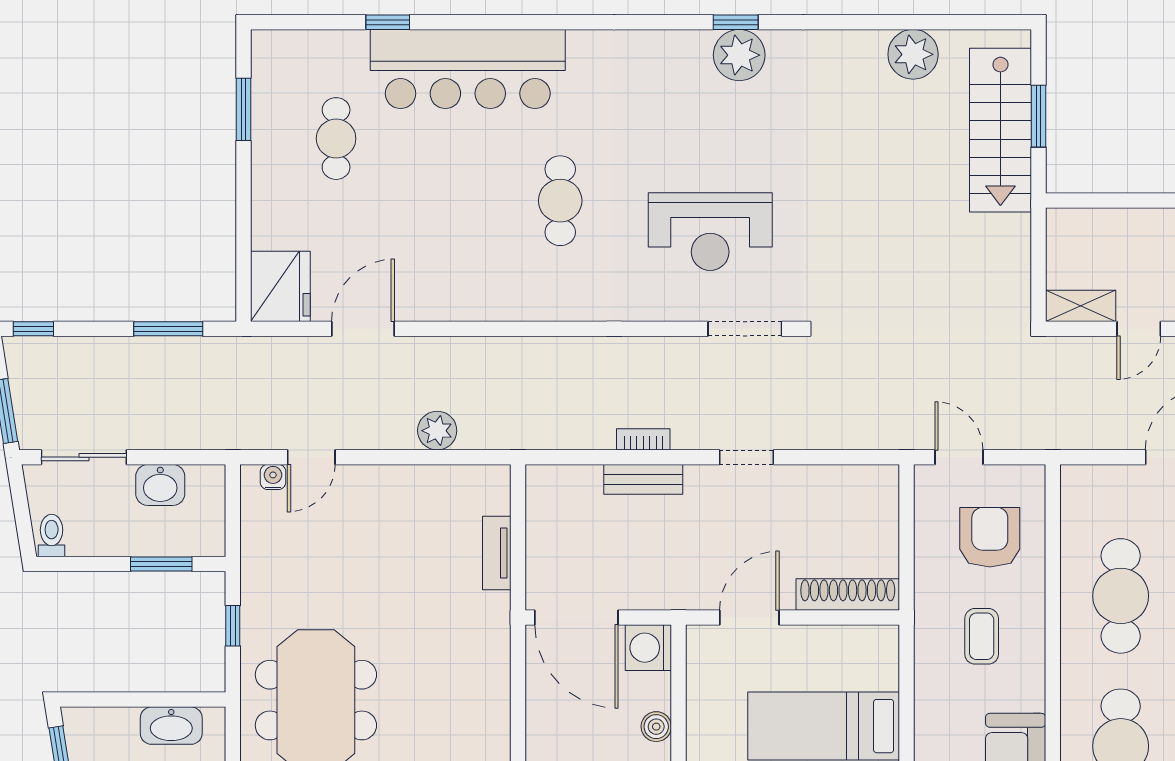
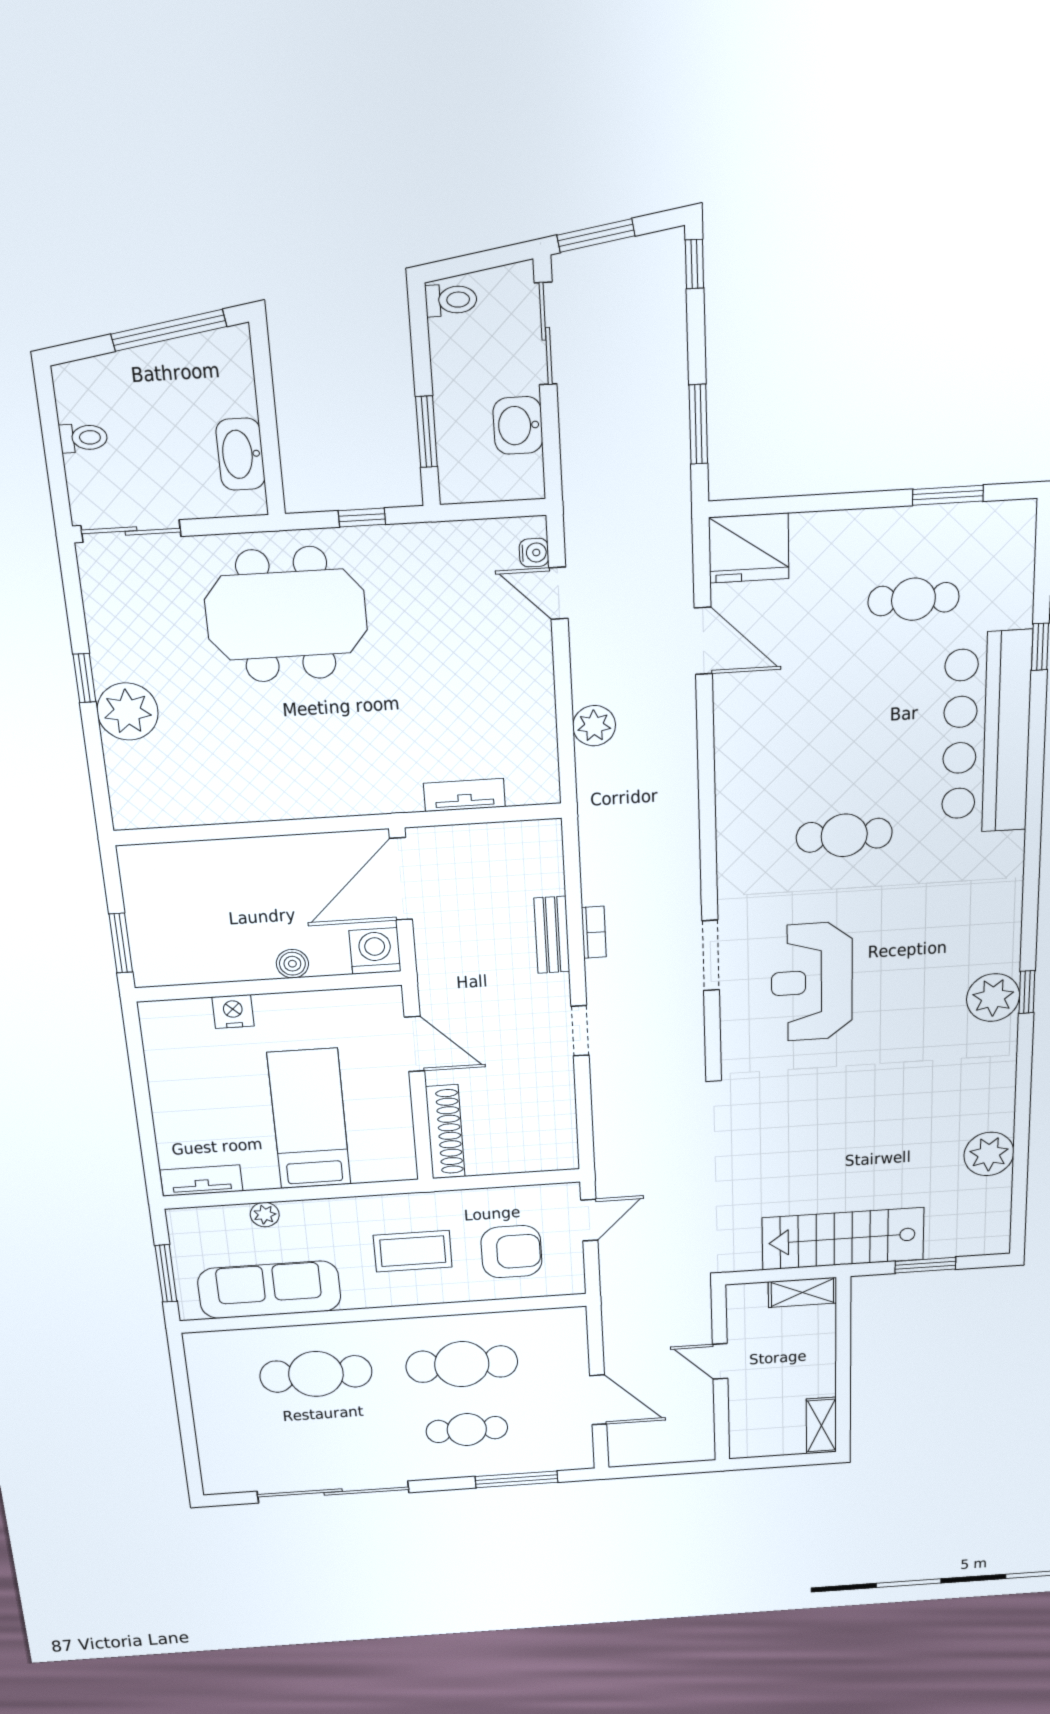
stairs: (1000, 130) -> (843, 1239), moved
shelving: (1081, 306) -> (802, 1292), moved, turned 90
doorway: (745, 329) -> (711, 955), moved
coffee table: (982, 636) -> (413, 1251), width x1.36, depth x1.30

